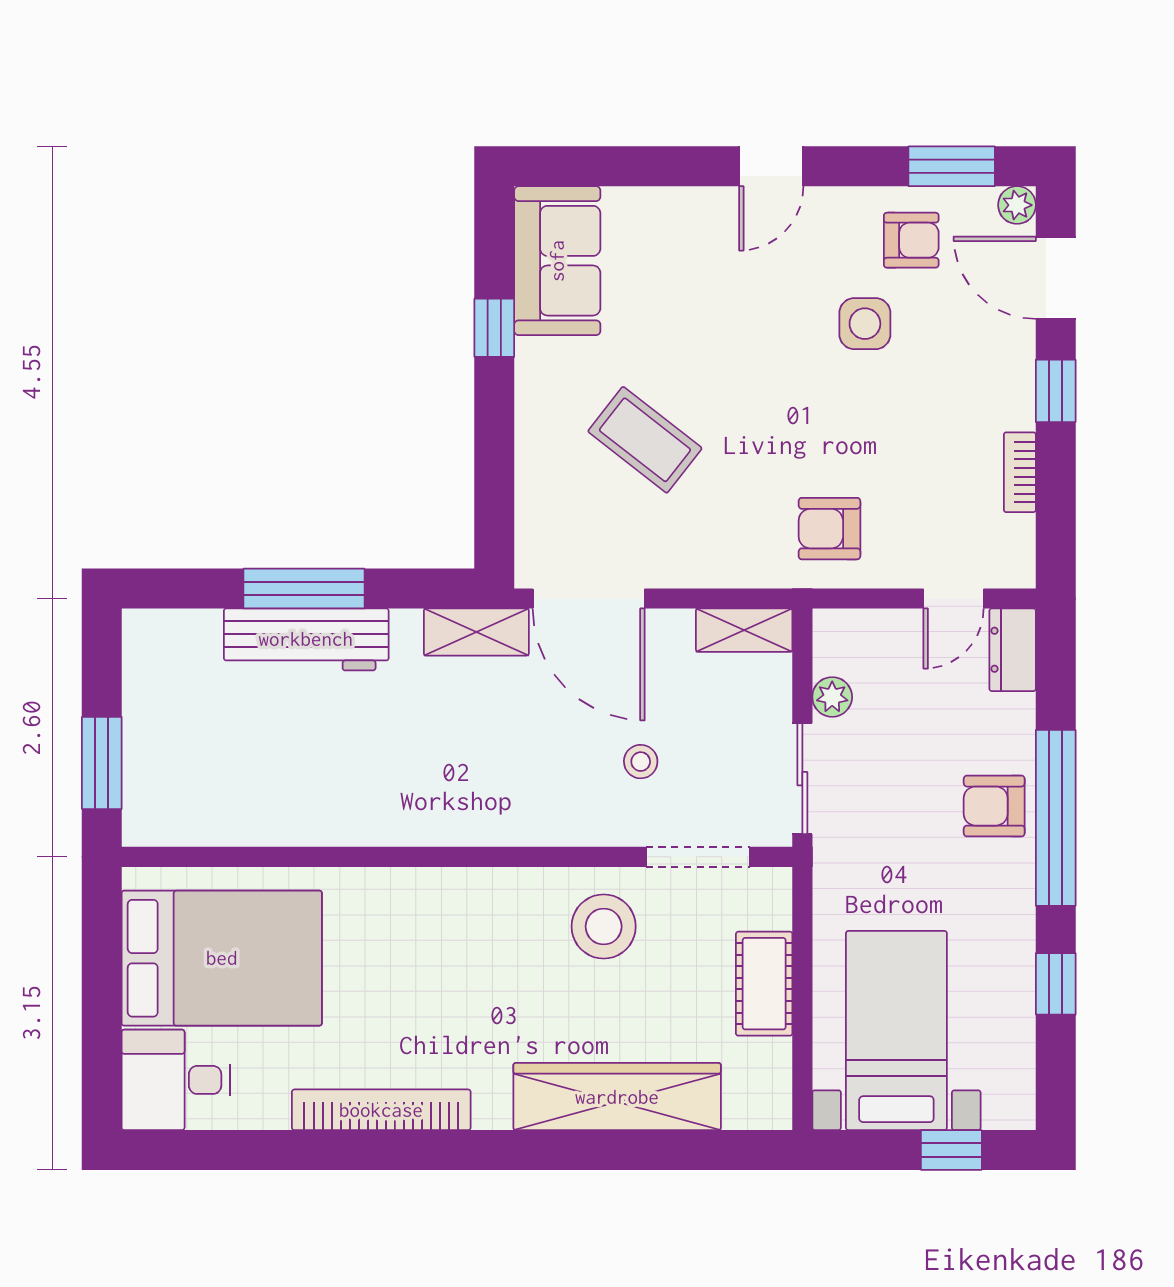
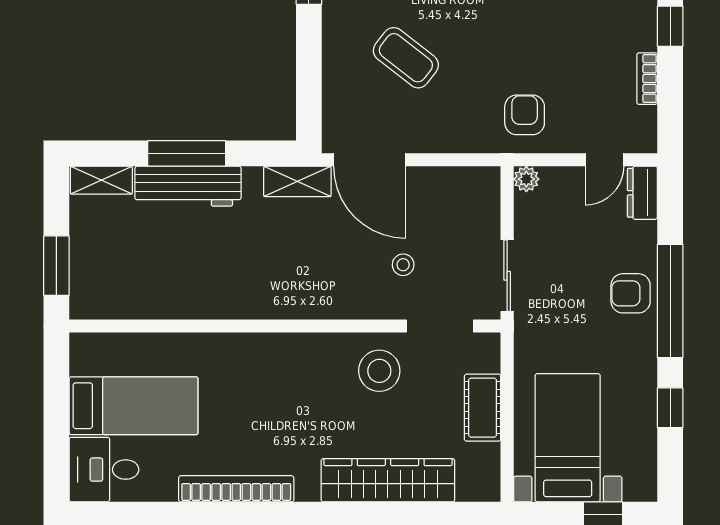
armchair: (829, 529) -> (525, 115), turned 90
shelving: (744, 630) -> (101, 180), moved
plant: (832, 697) -> (526, 179), moved
bed: (222, 958) -> (134, 406), width x0.67

